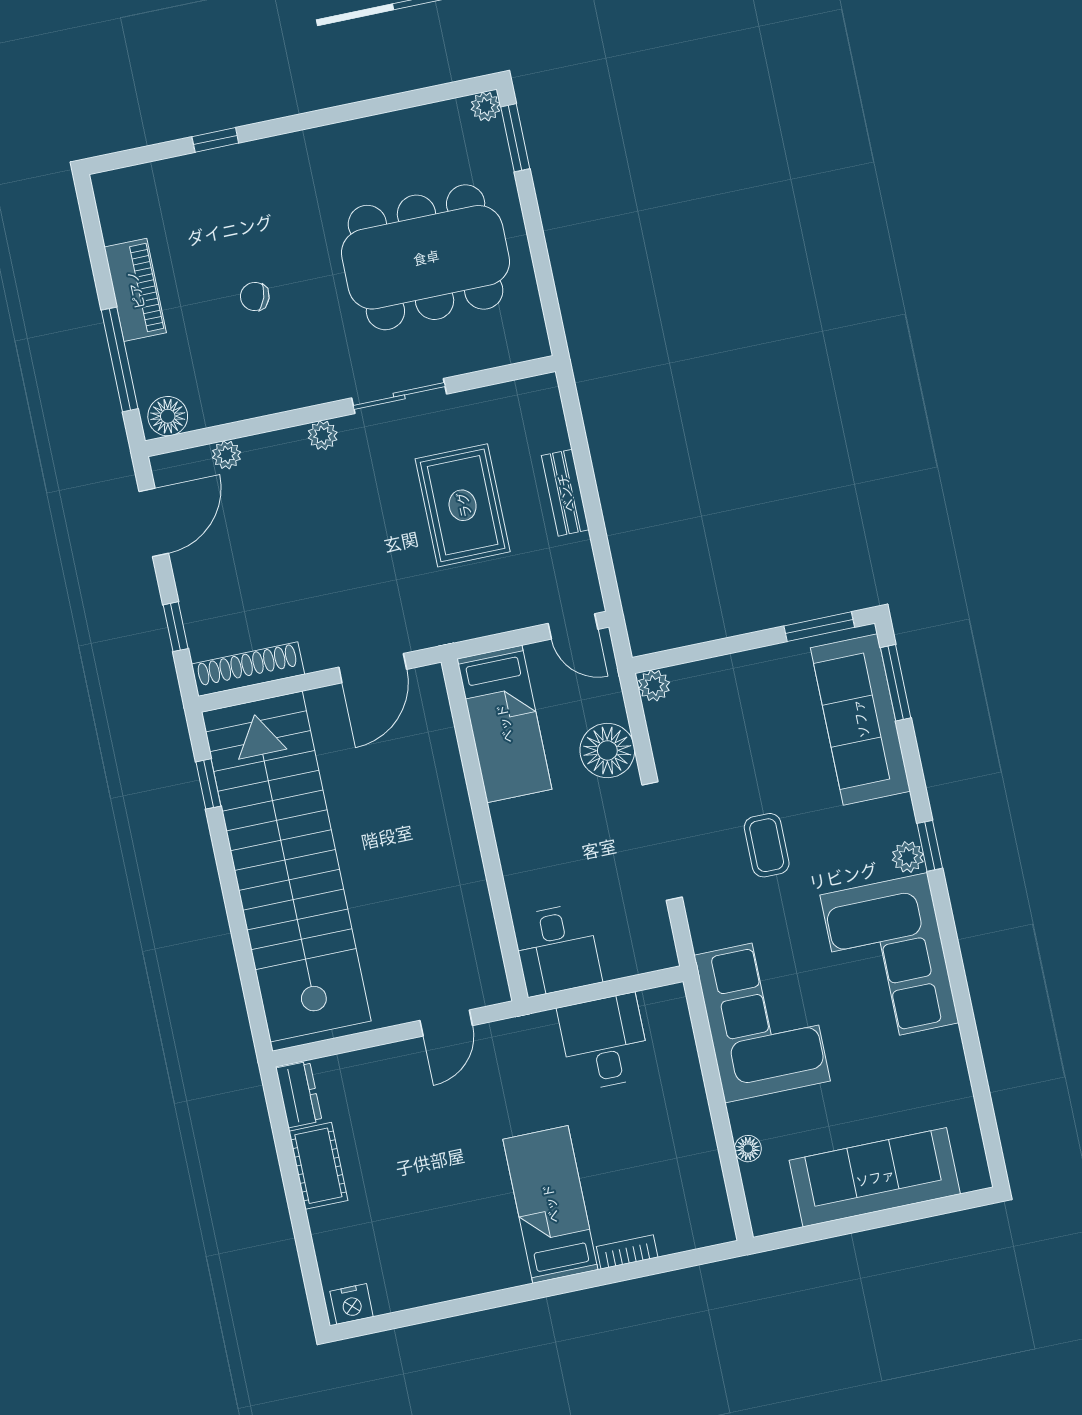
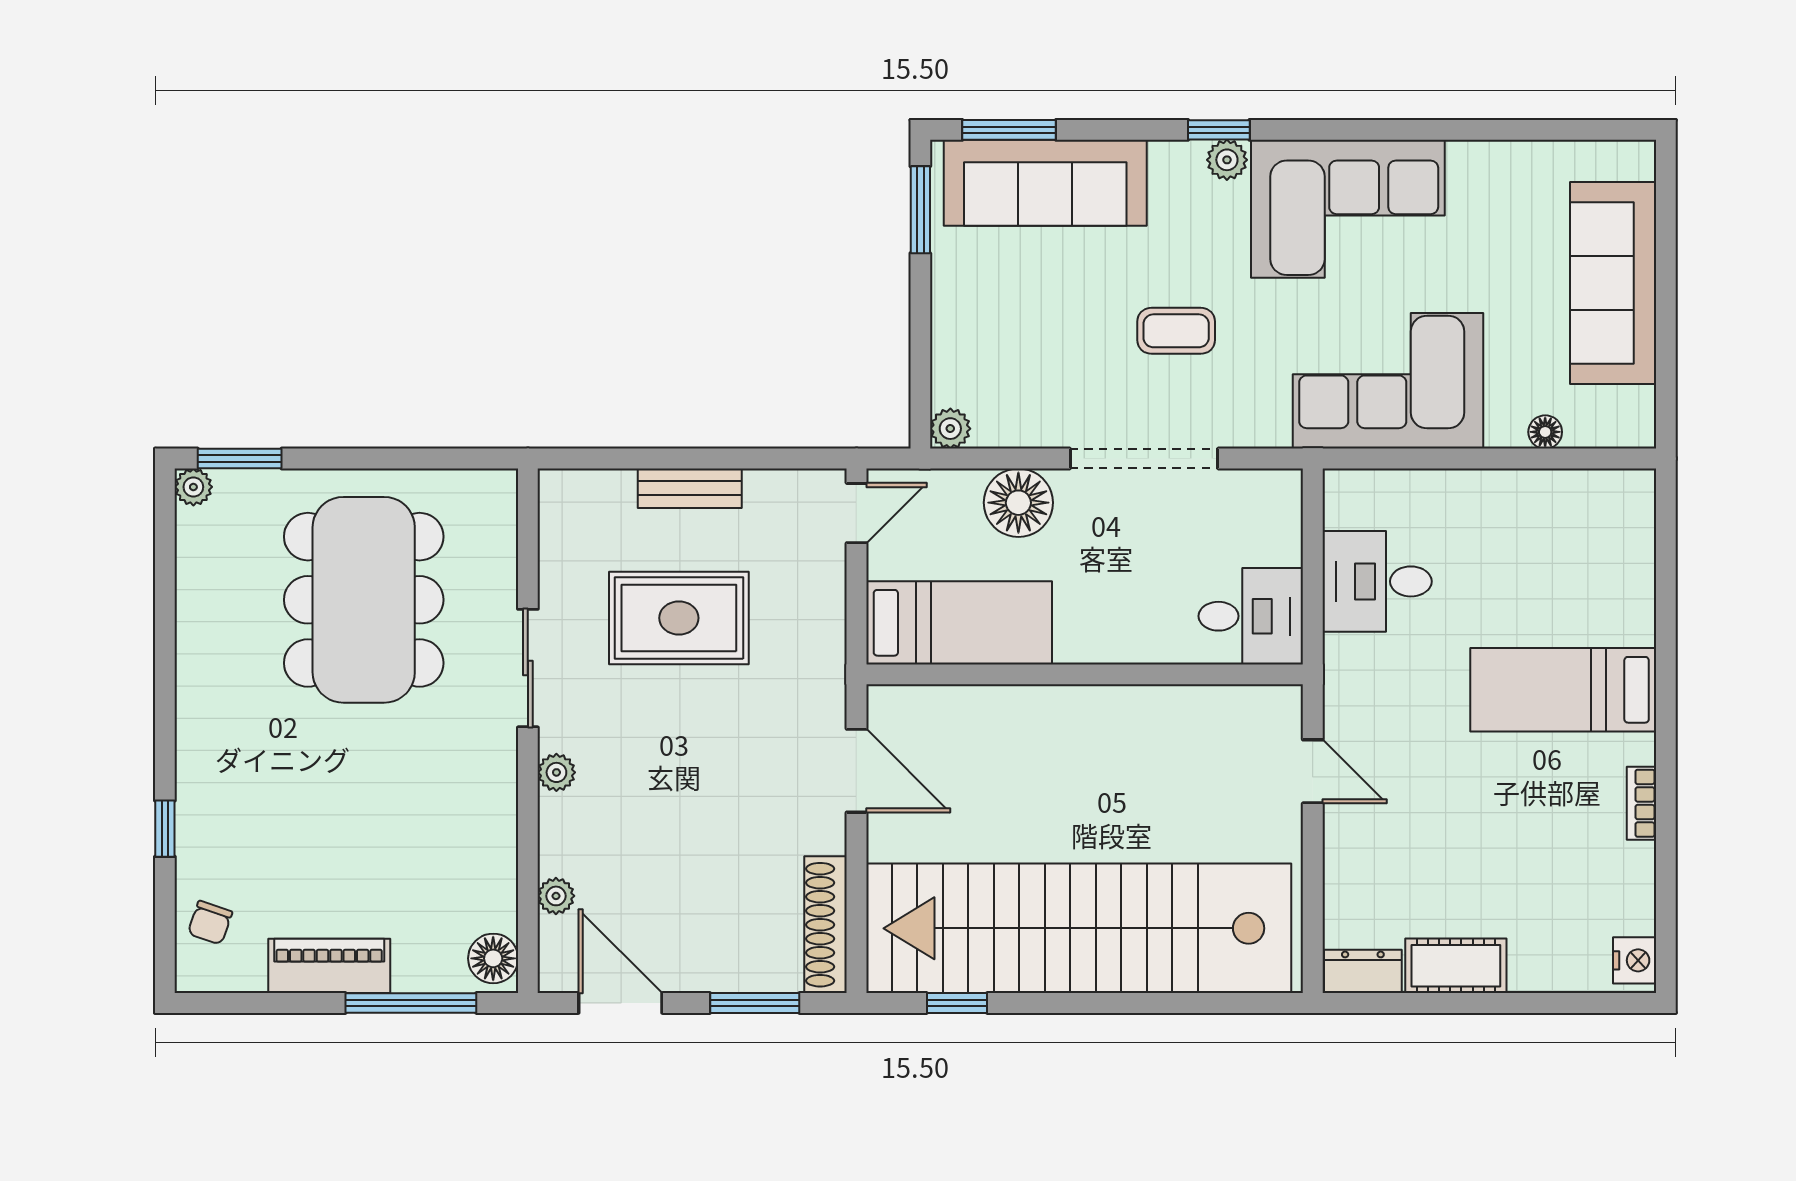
chair: (255, 297) -> (210, 923), moved
window: (176, 627) -> (755, 1003), width x1.50
bookcase: (627, 1252) -> (1641, 803), moved

